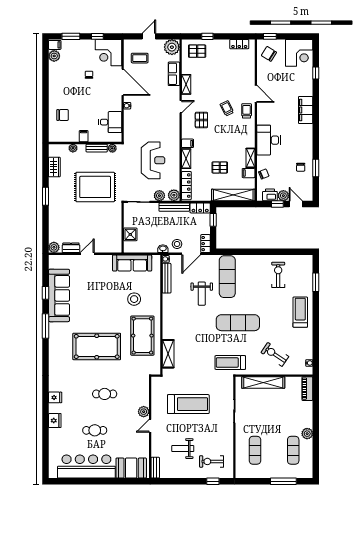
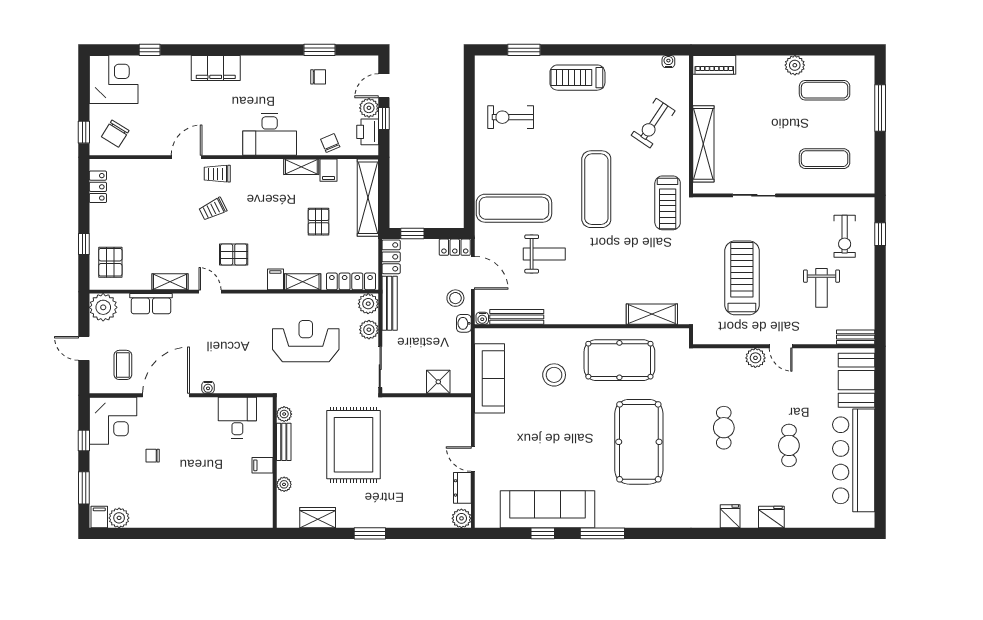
chair: (63, 115) -> (225, 503), removed

